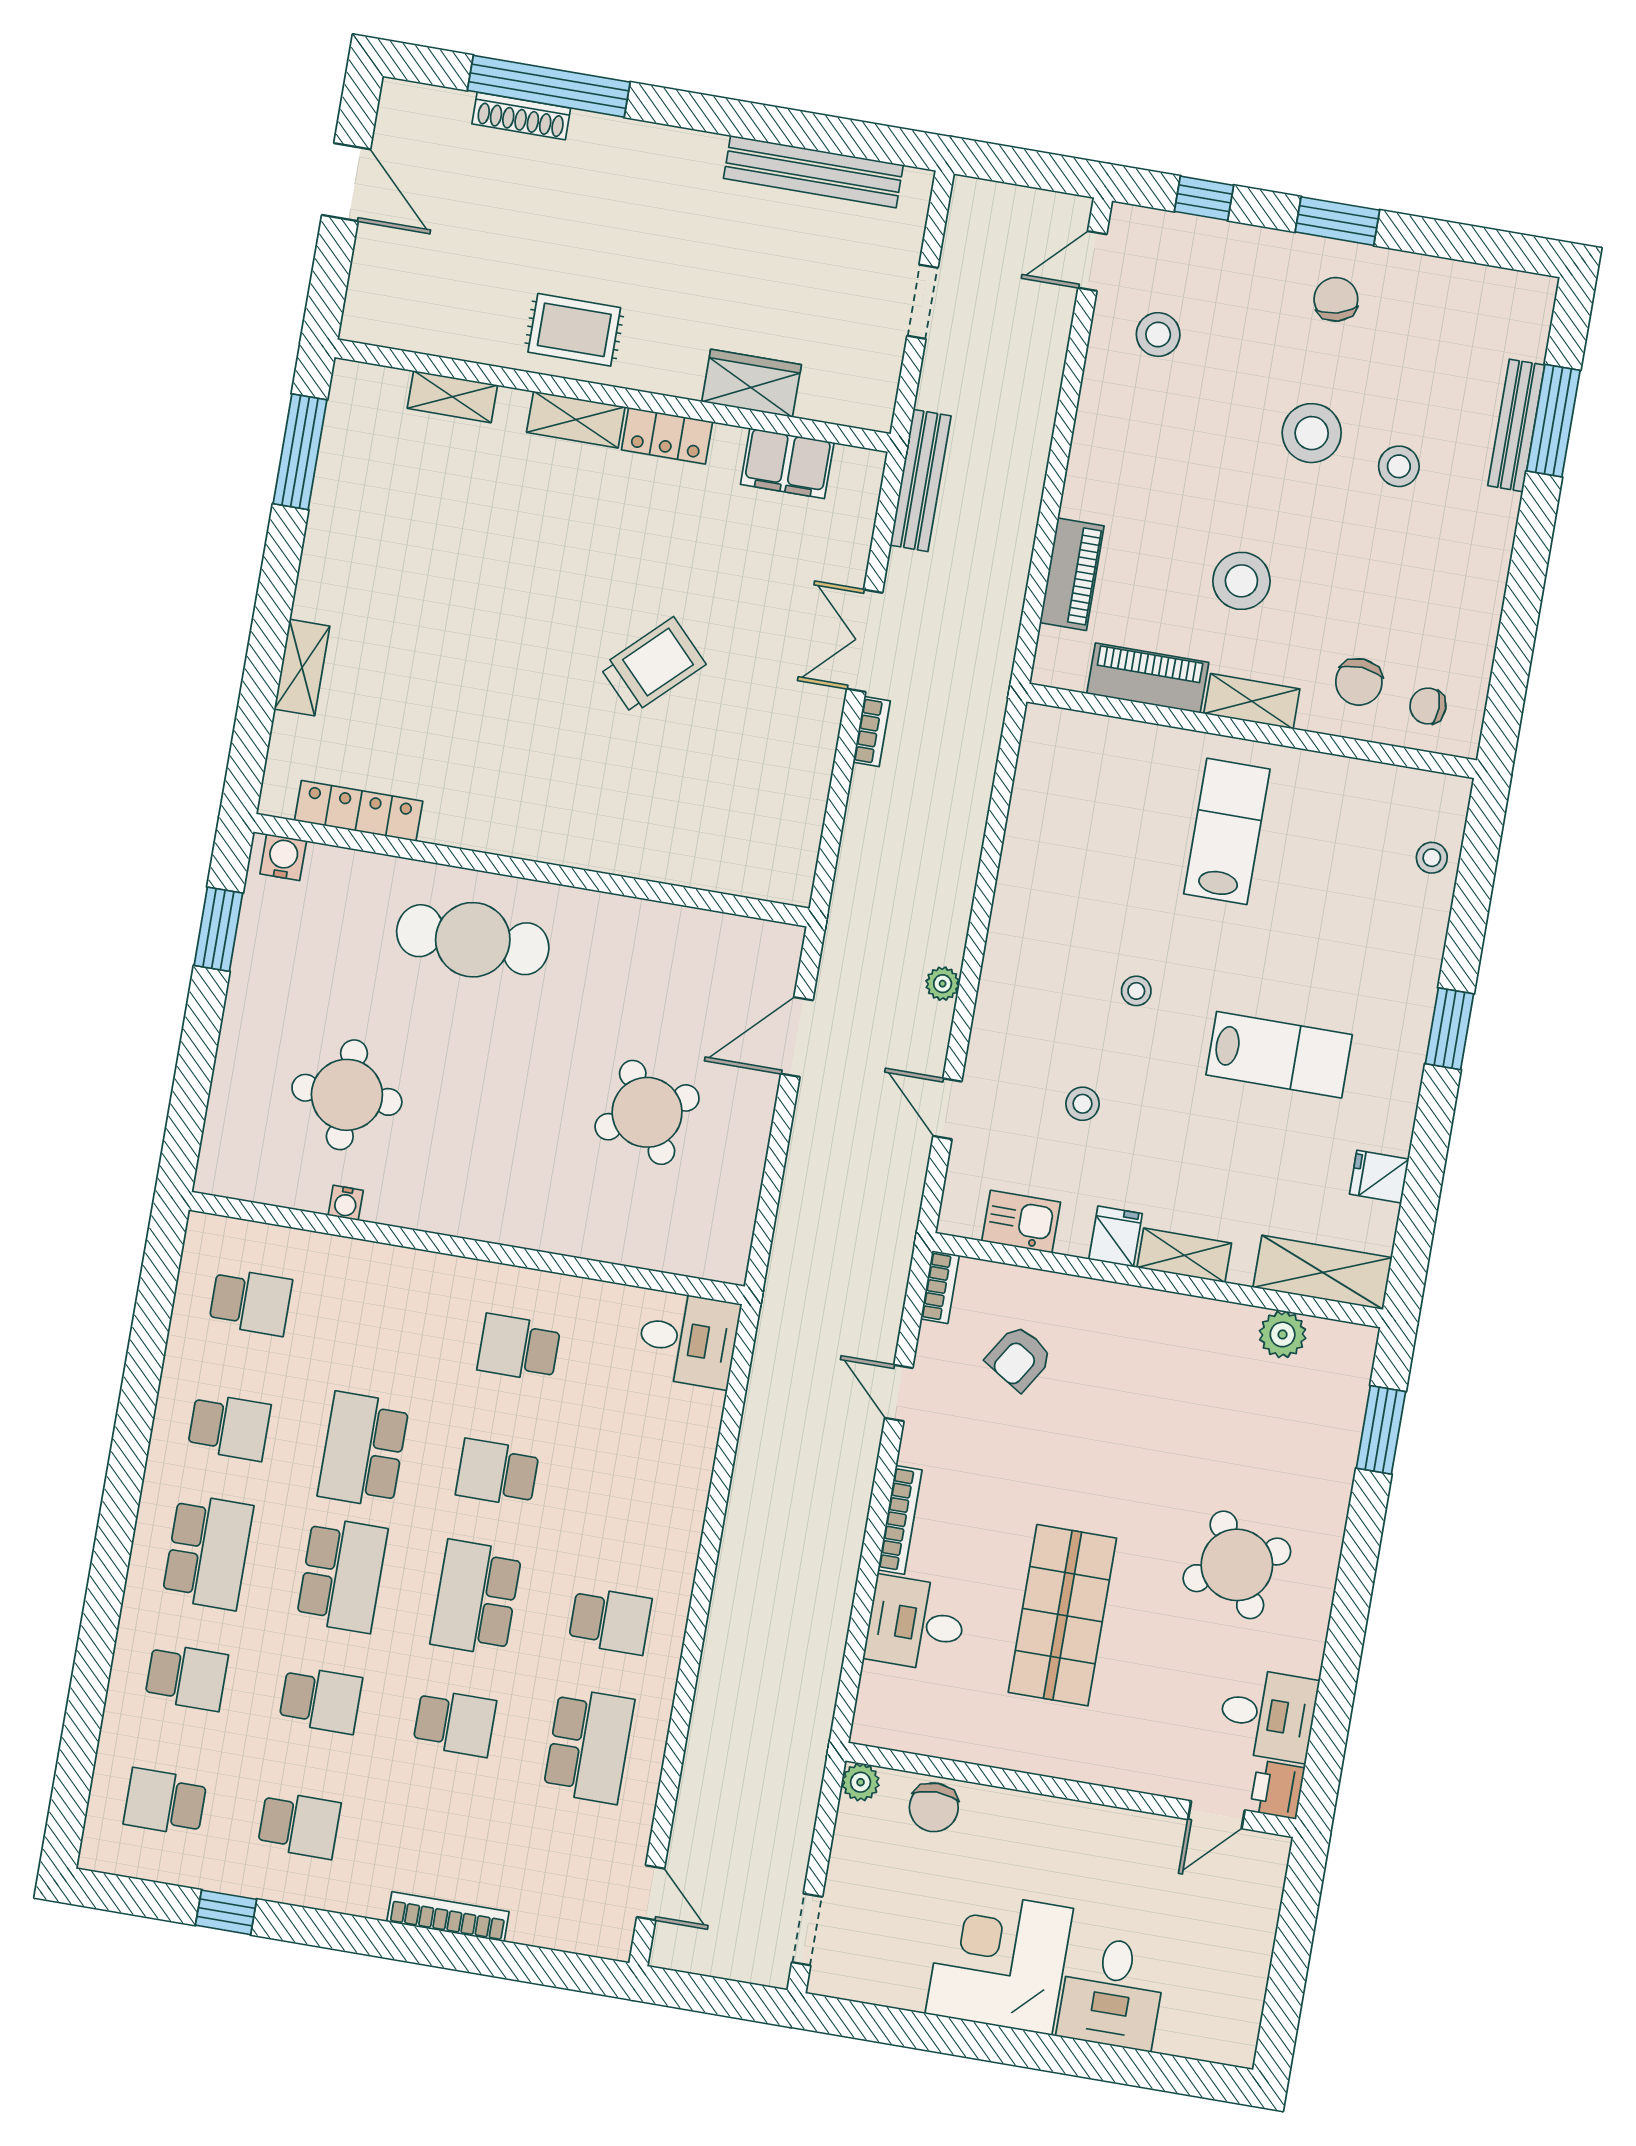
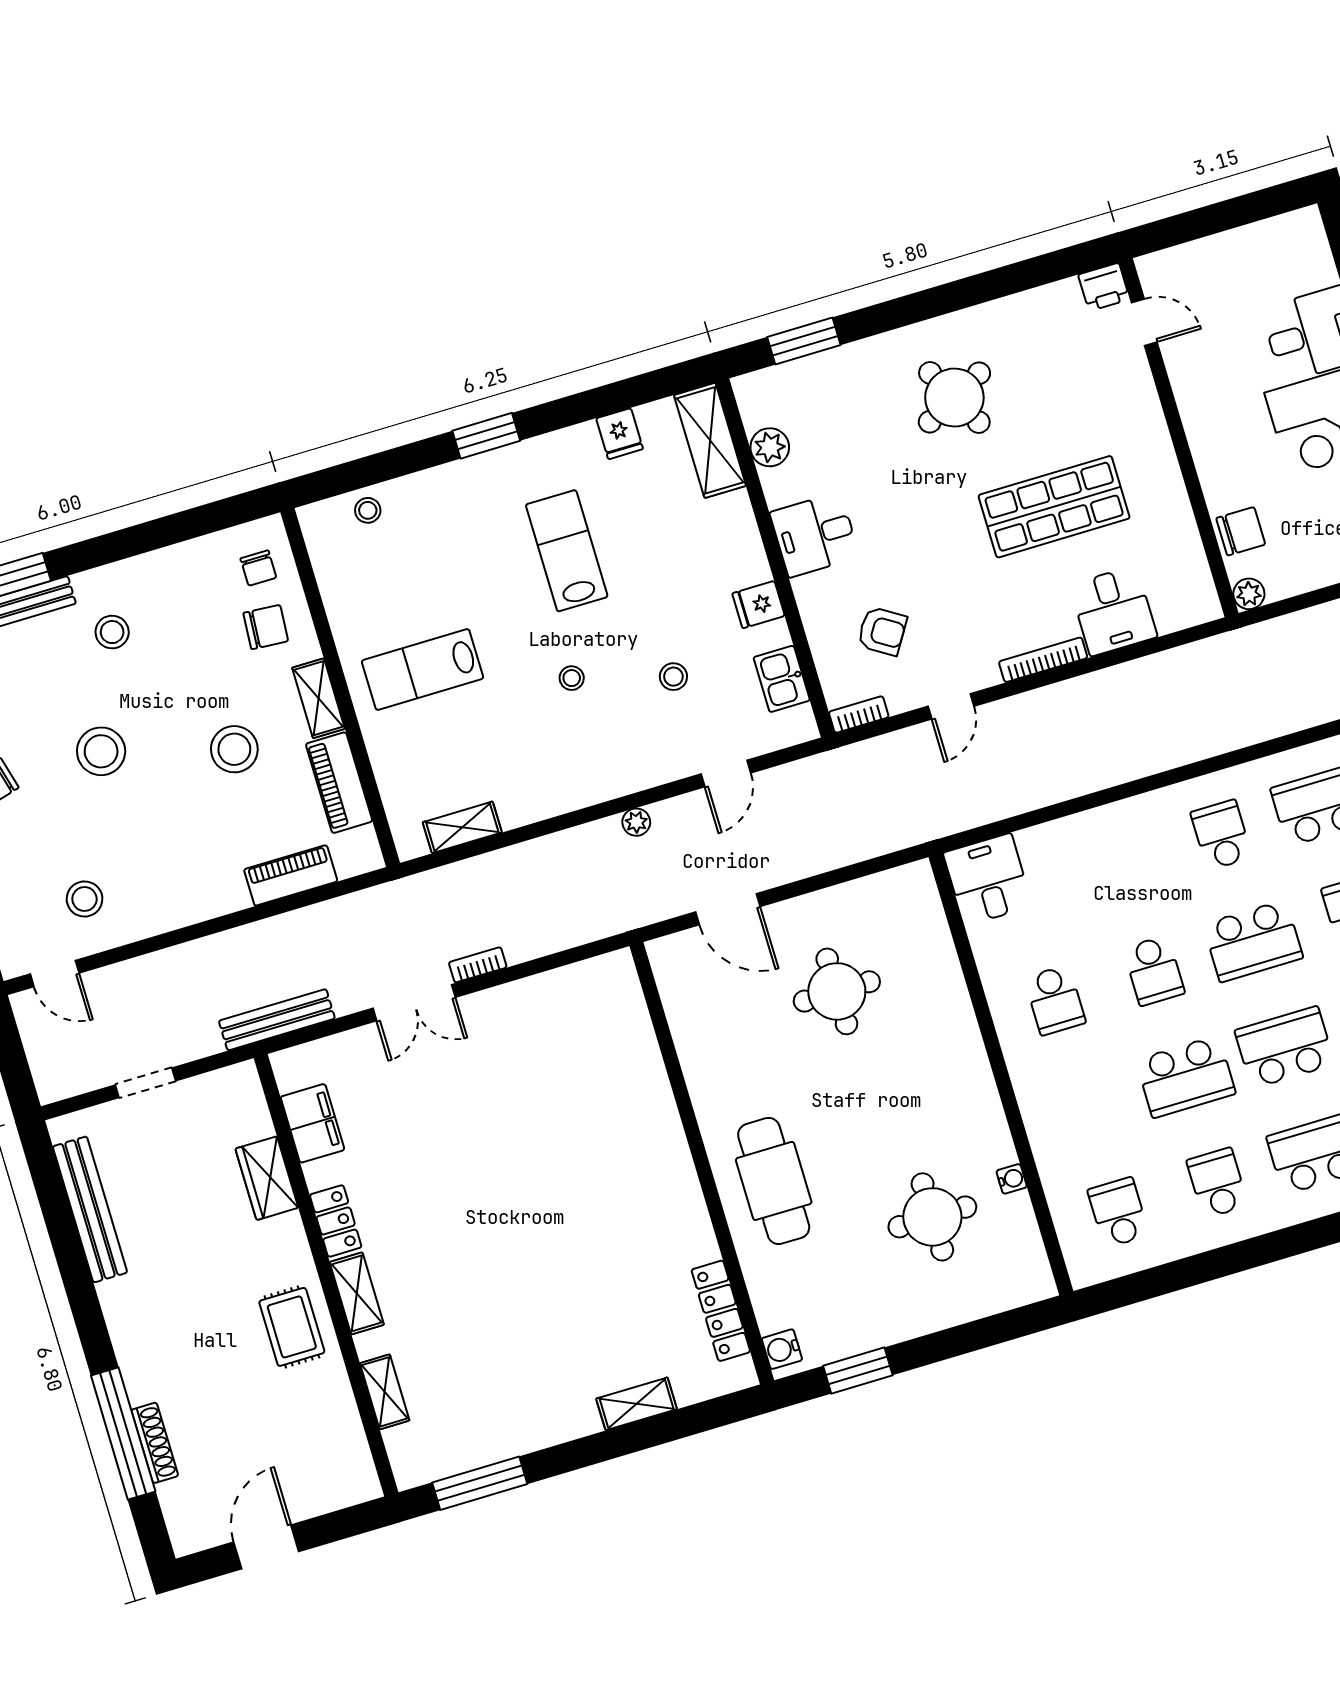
stool: (1399, 466) -> (112, 632), moved
trolley: (653, 666) -> (509, 1148), removed
round table: (647, 1112) -> (837, 991), turned 30
shelving: (1184, 1255) -> (462, 827), moved, turned 90
desk: (1268, 1715) -> (815, 535), moved, turned -90

